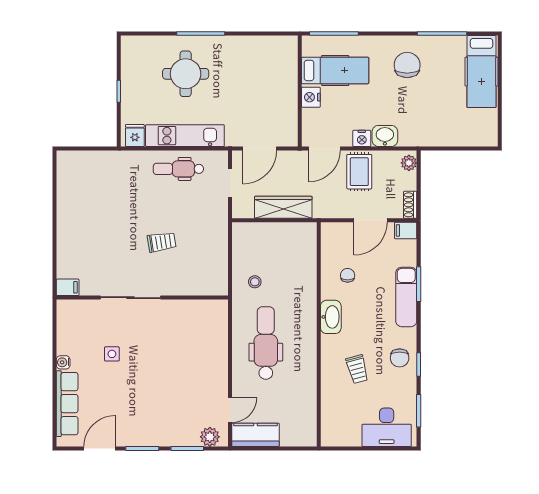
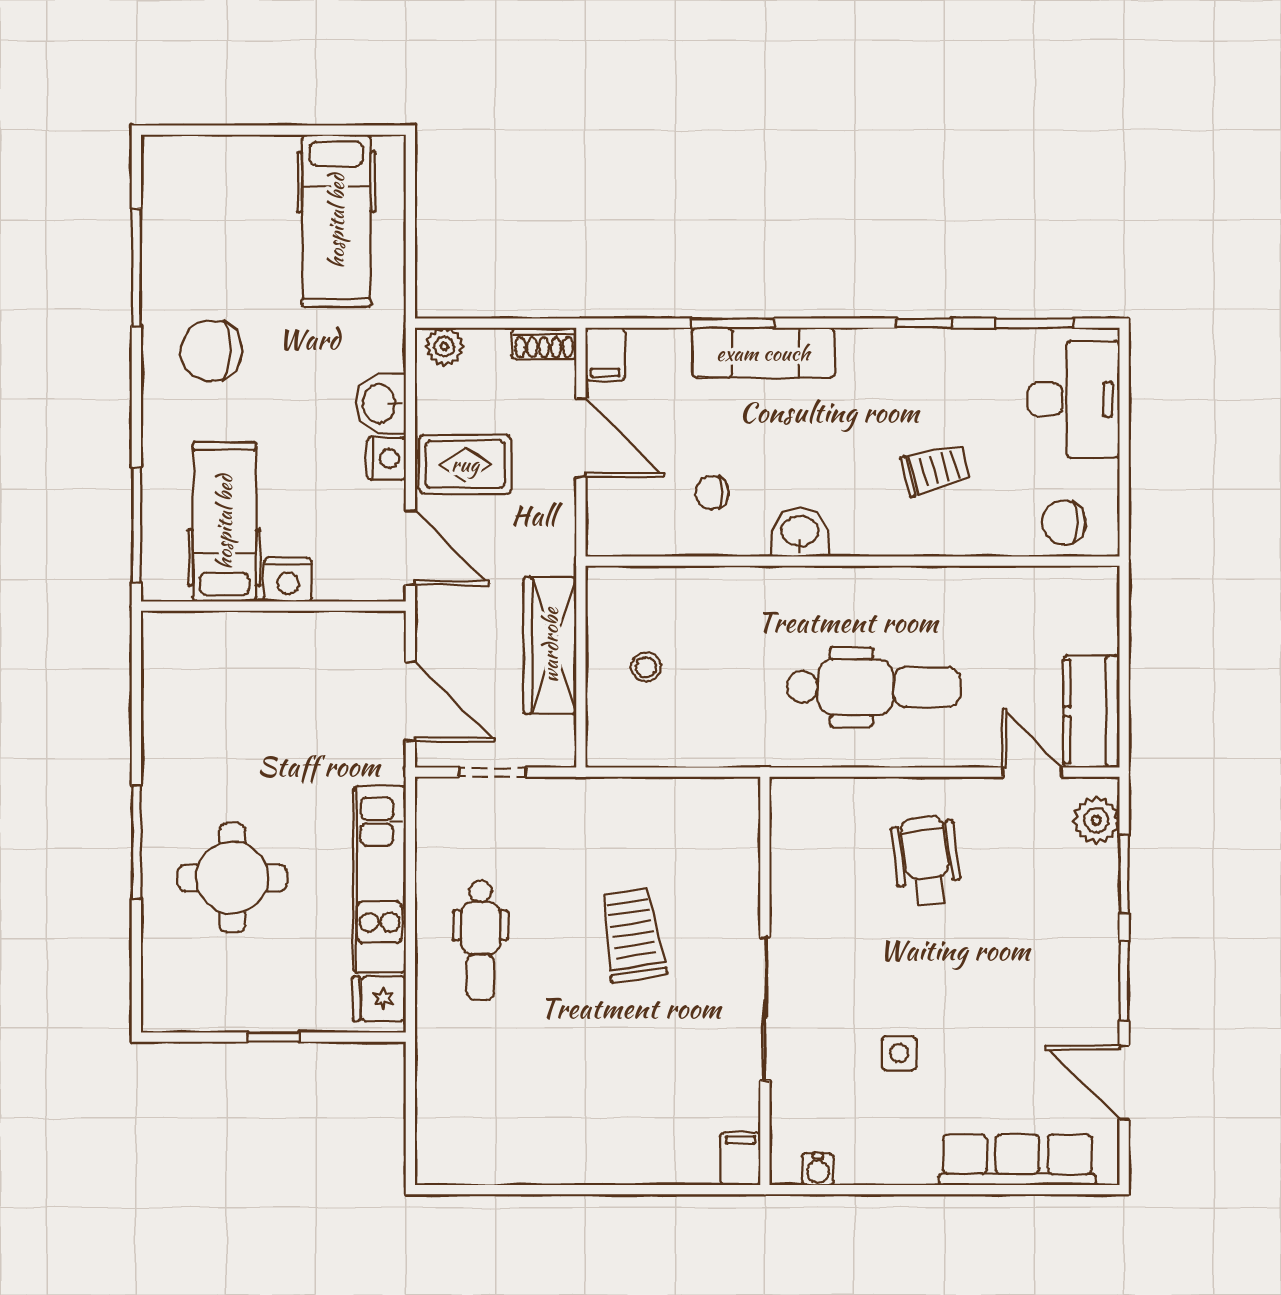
hospital bed: (482, 72) -> (336, 221), moved, turned 90
dental chair: (178, 169) -> (481, 940), moved
trolley: (162, 242) -> (633, 935), width x1.36, depth x1.39
stool: (255, 282) -> (646, 667), moved
washbasin: (331, 317) -> (800, 532), width x0.72
dental chair: (266, 343) -> (873, 687), turned 180
chair: (400, 358) -> (1064, 522), moved, turned 180
water cooler: (63, 362) -> (818, 1169), moved
wheelchair: (193, 365) -> (926, 860), added

